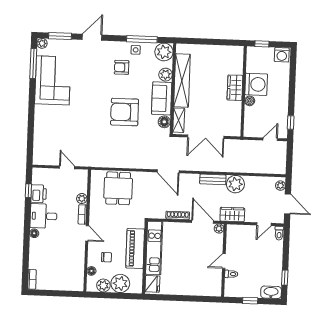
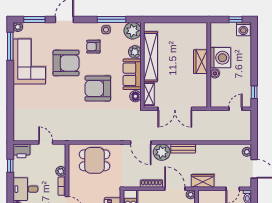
window: (262, 44) -> (236, 19), moved
armchair: (92, 84) -> (66, 63), added
plant: (235, 184) -> (162, 152), moved
dining table: (118, 188) -> (94, 160), turned 90
printer: (39, 194) -> (22, 151), moved, turned 90

